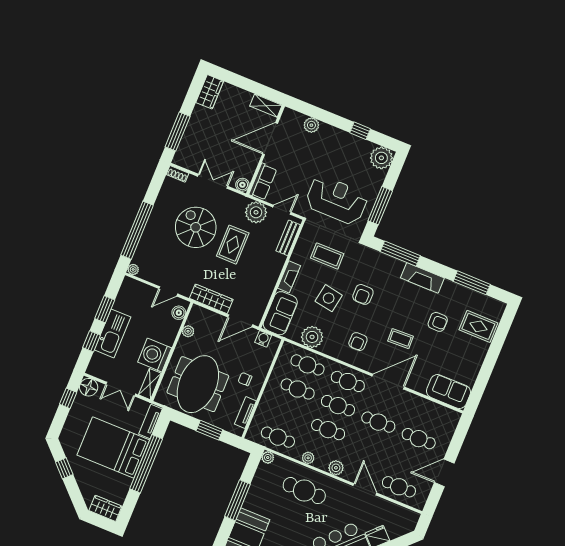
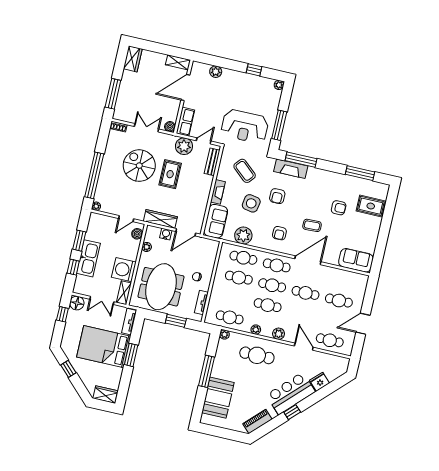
plant: (381, 158) -> (279, 85), width x0.53, depth x0.53
reception desk: (337, 200) -> (245, 126), turned 180
coffee table: (327, 256) -> (245, 171), turned 41
fireplace: (422, 278) -> (291, 169), moved
water cooler: (263, 339) -> (166, 234), moved
window: (146, 464) -> (131, 355), width x0.47

